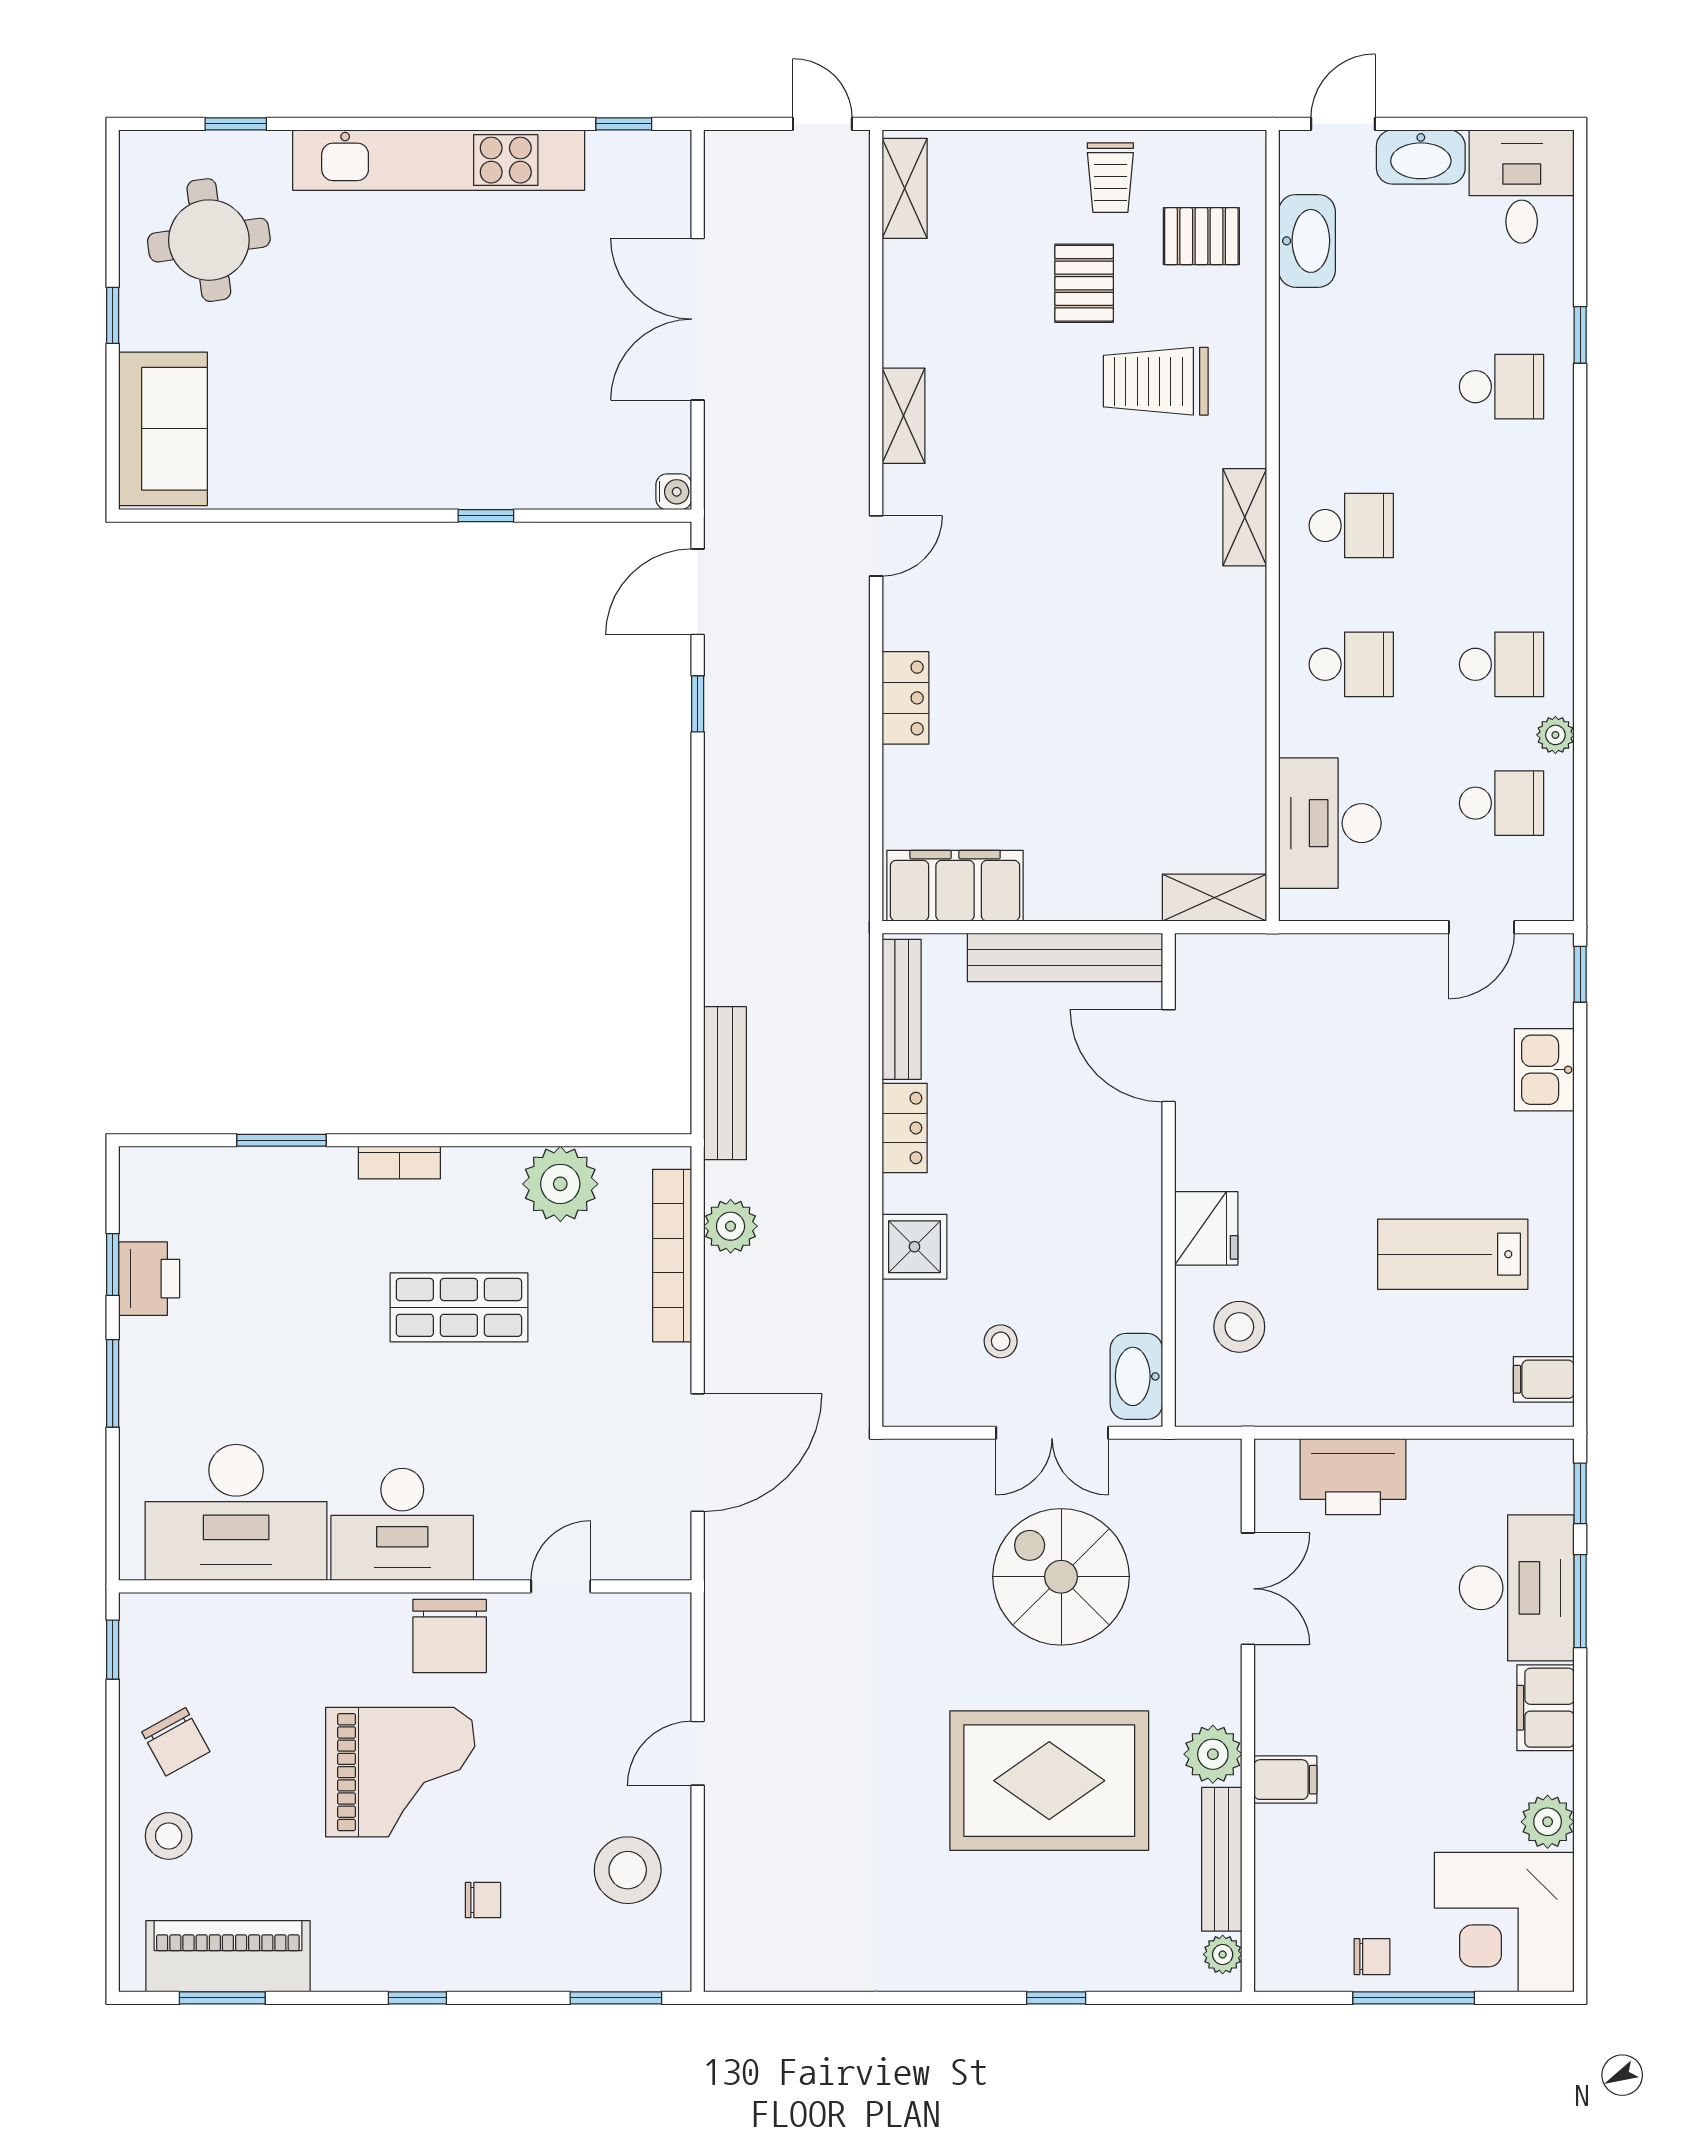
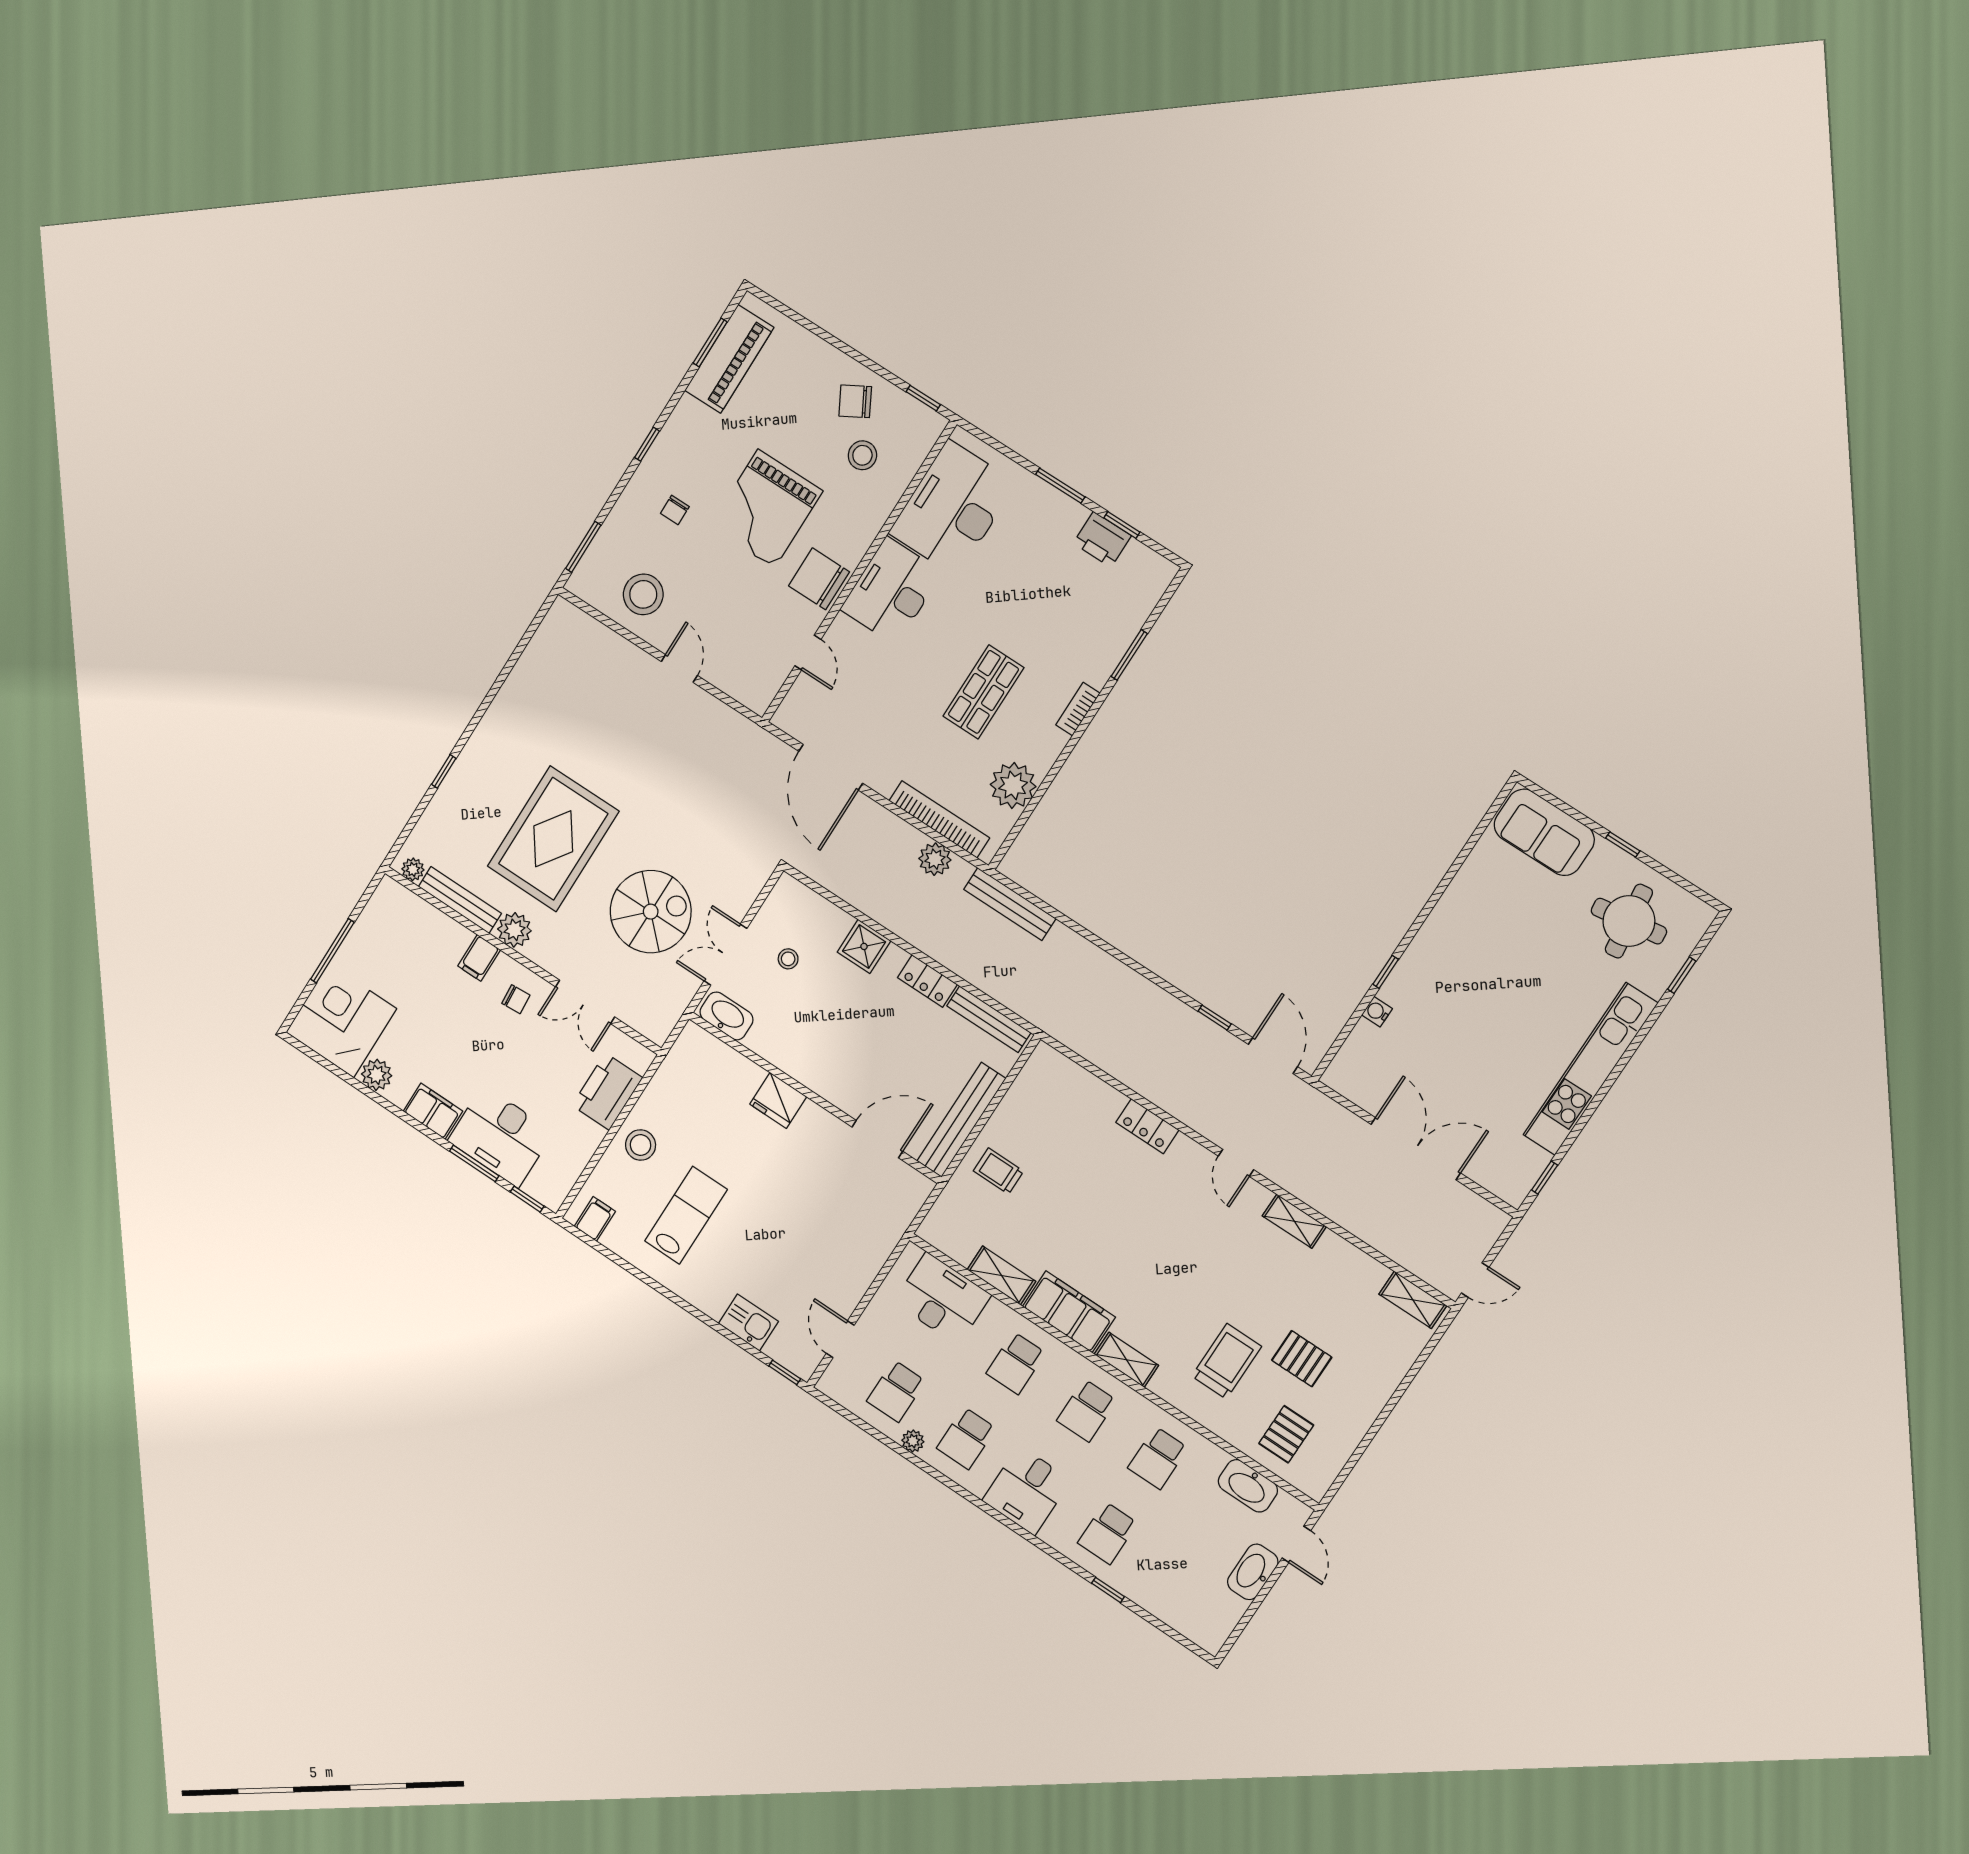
trolley: (1110, 178) -> (998, 1171), moved
desk: (1522, 186) -> (1027, 1490), moved, turned 90
school desk: (1351, 387) -> (1158, 1458), added
water cooler: (674, 492) -> (1377, 1012), moved, turned 90
filing cabinet: (955, 886) -> (1069, 1312), moved, turned -90
shelving: (1215, 898) -> (1001, 1275), moved, turned 90
stool: (1239, 1327) -> (641, 1145), moved
stool: (169, 1836) -> (862, 455), moved
chair: (1372, 1957) -> (516, 999), moved, turned -94

